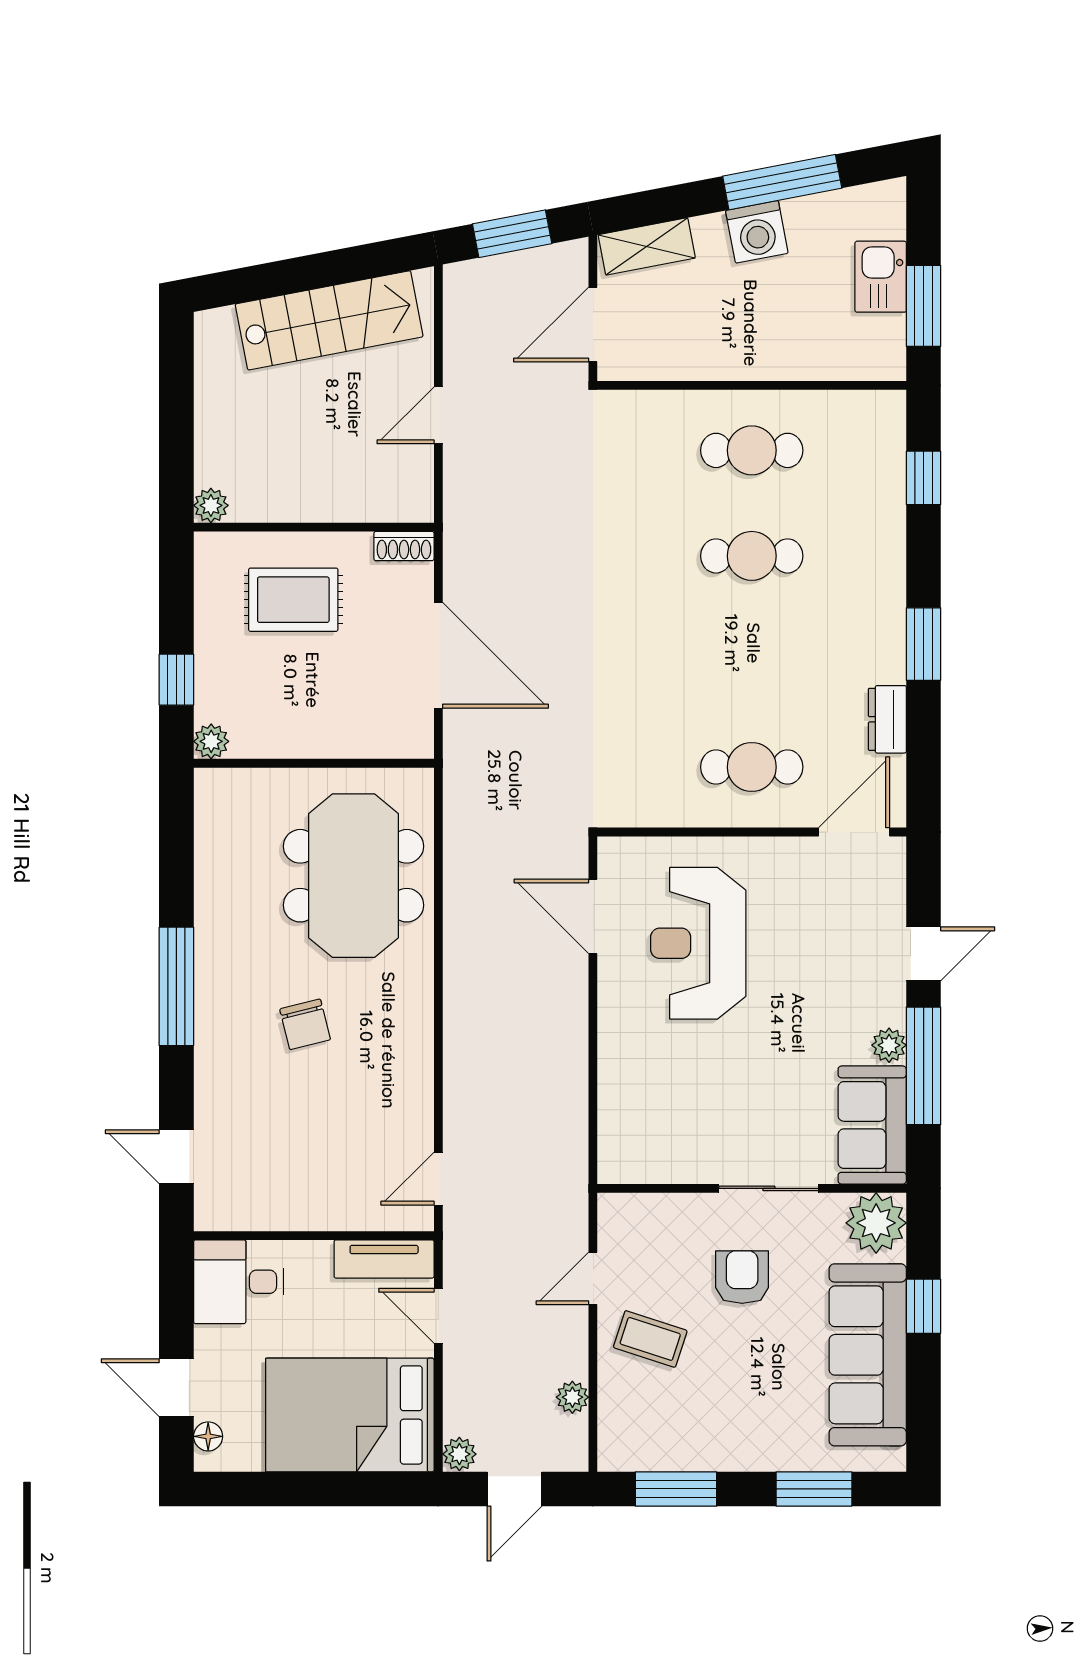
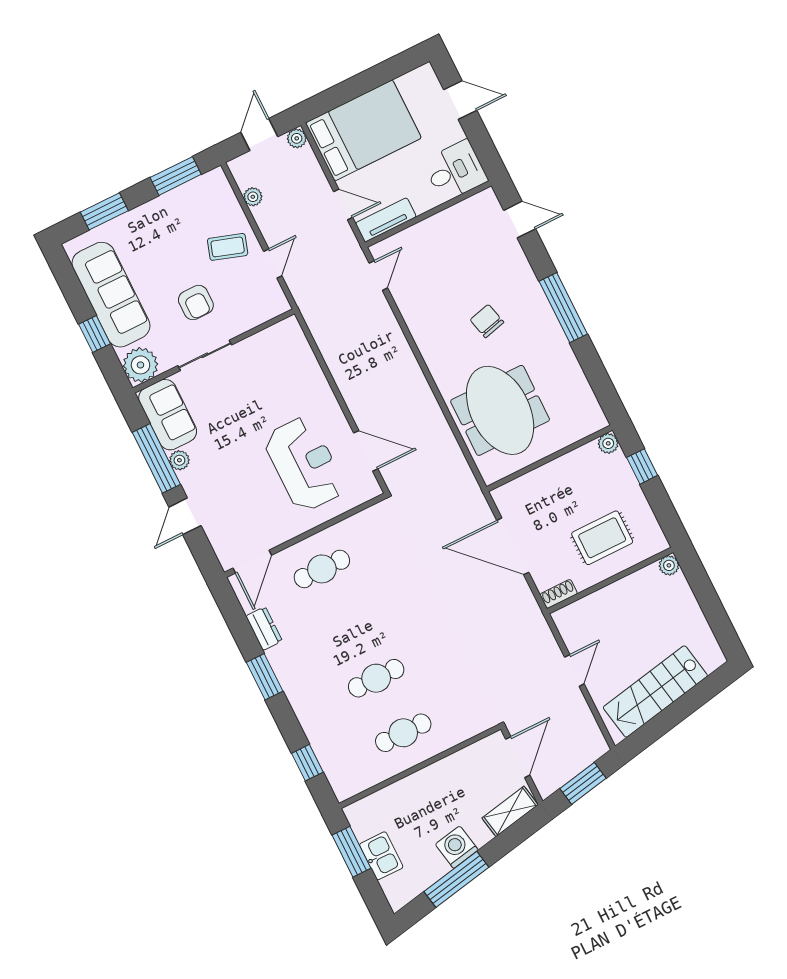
floor lamp: (208, 1436) -> (431, 83), removed

